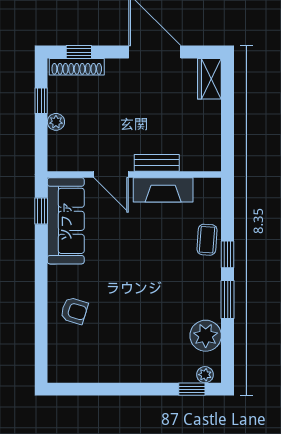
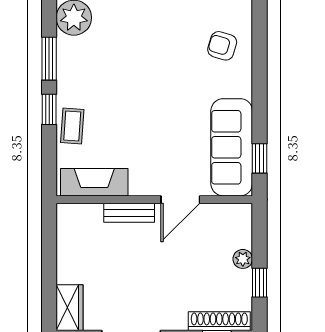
door: (111, 175) -> (180, 200), swing flipped
fireplace: (163, 190) -> (94, 182), moved

